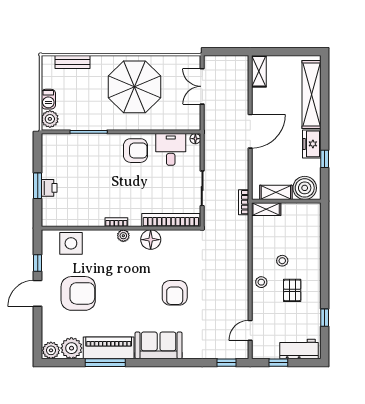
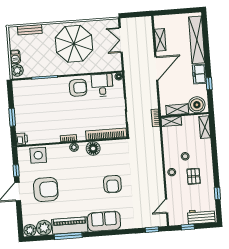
shelving: (259, 71) -> (160, 40), moved
printer: (49, 188) -> (22, 139), moved
shelving: (314, 221) -> (205, 127), added

